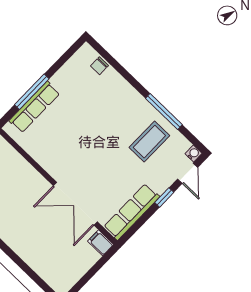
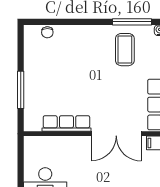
row of seats: (34, 107) -> (66, 124), moved, turned -90
window: (164, 111) -> (132, 22), moved

